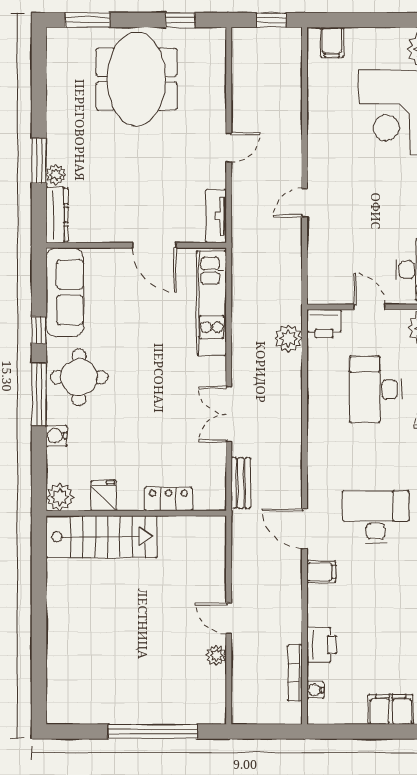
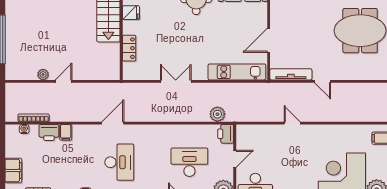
tv unit: (216, 216) -> (291, 74), width x1.41
bench: (241, 483) -> (138, 88), removed
filing cabinet: (321, 572) -> (66, 132), moved

